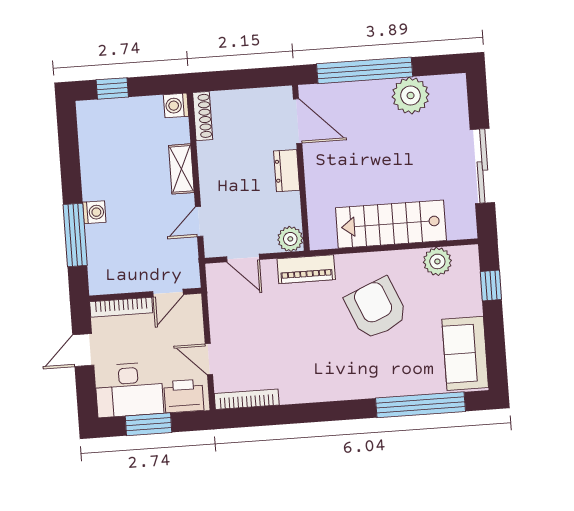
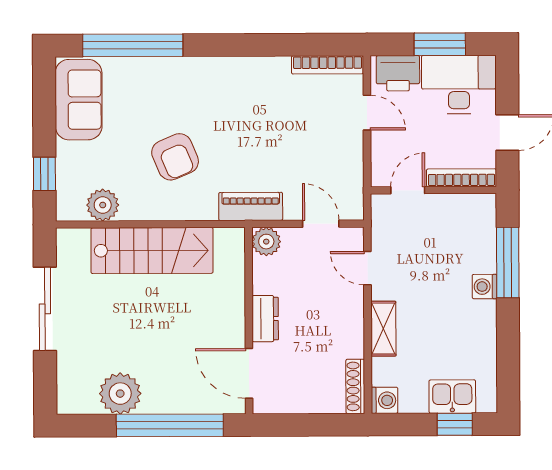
kitchen sink: (116, 113) -> (452, 396), added
door: (199, 222) -> (367, 268), swing flipped
armchair: (376, 308) -> (175, 157), width x0.73, depth x0.73

